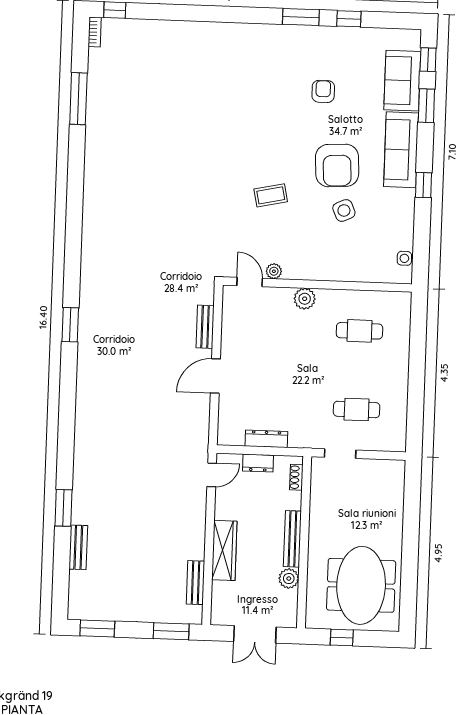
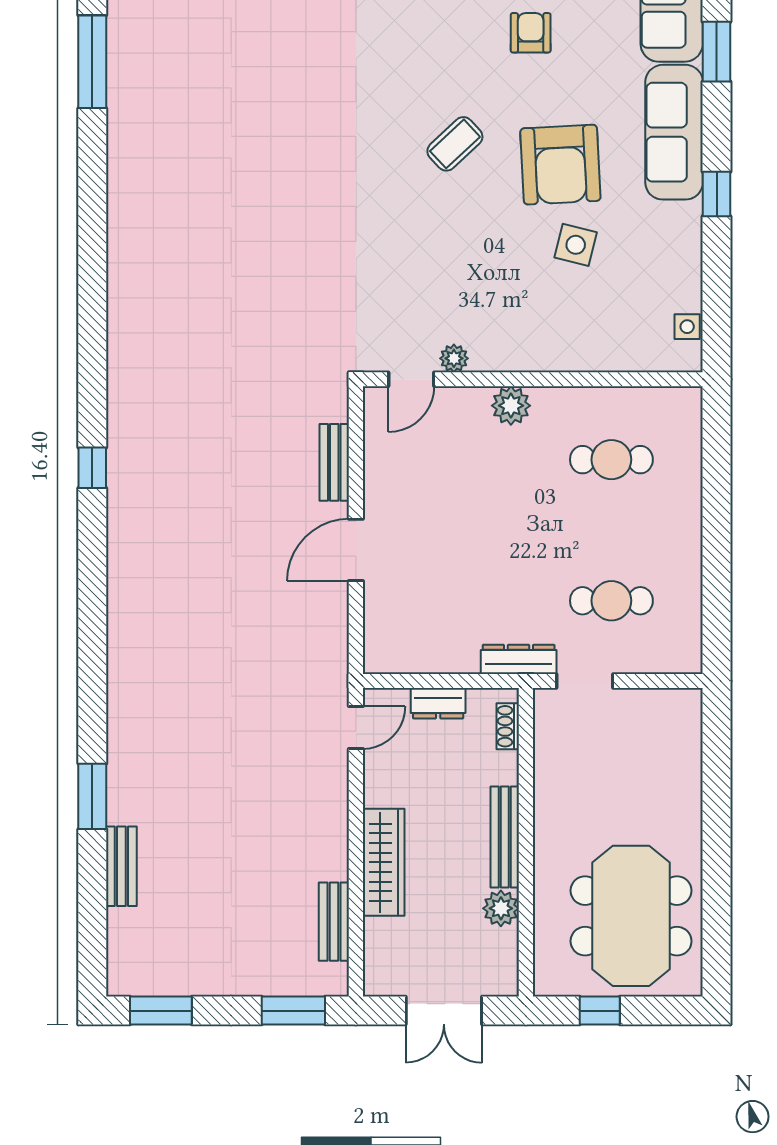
coffee table: (271, 195) -> (455, 144), moved, turned -31
side table: (344, 210) -> (576, 245), turned 38
door: (250, 282) -> (411, 379), swing flipped
window: (70, 325) -> (92, 468), width x0.67
dresser: (266, 439) -> (519, 659), moved

